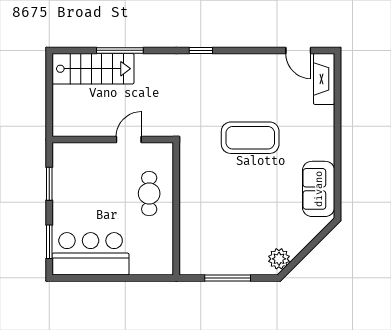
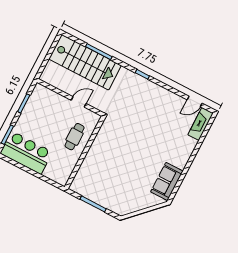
door: (298, 50) -> (195, 101), hinge flipped
stairs: (93, 69) -> (85, 62), width x1.36, depth x1.51
coffee table: (250, 138) -> (144, 135), removed
plant: (279, 259) -> (126, 208), removed

